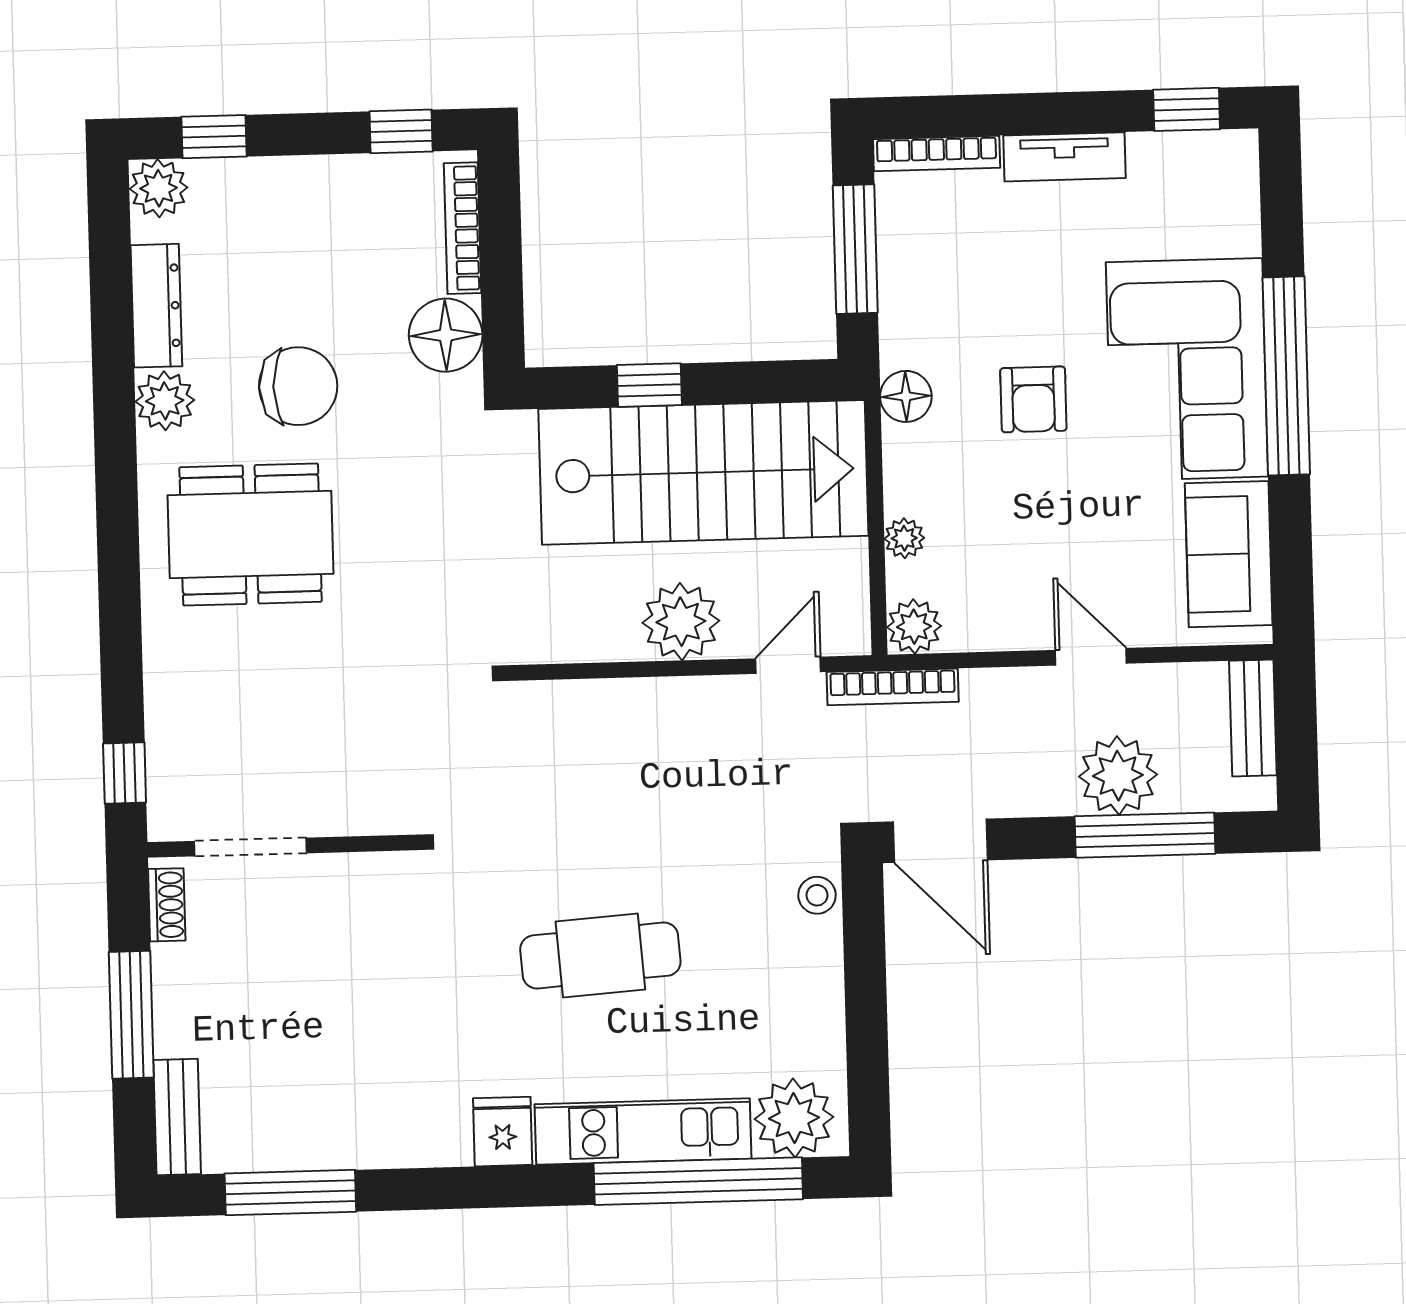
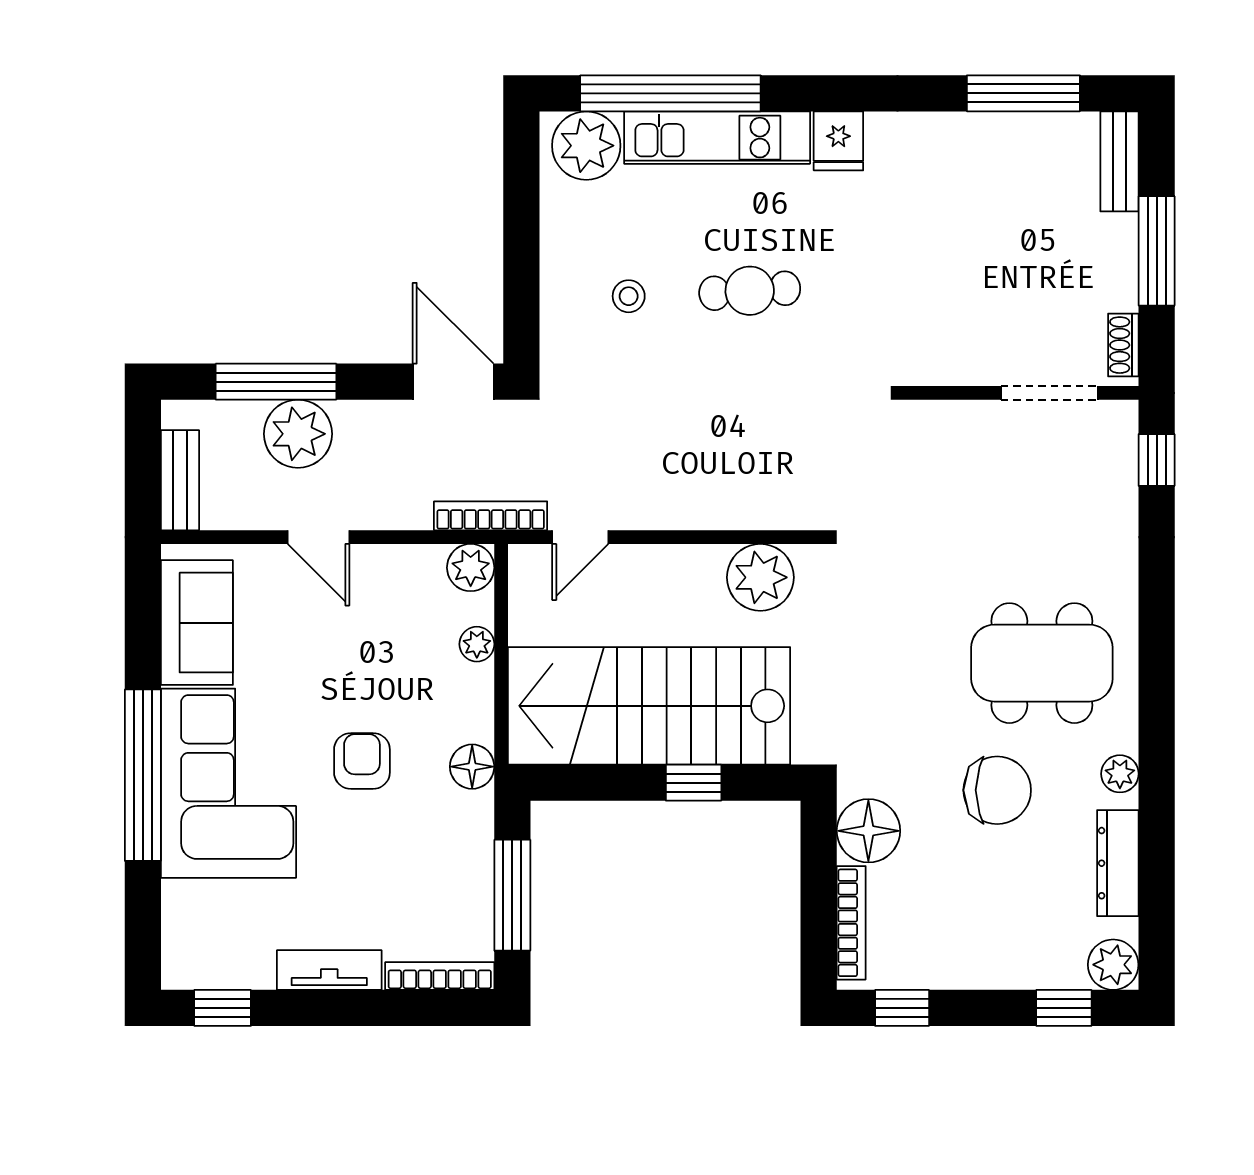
chair: (298, 386) -> (997, 790), turned 180
plant: (165, 401) -> (1120, 774), width x0.73, depth x0.73
plant: (681, 622) -> (760, 577), moved
stool: (817, 895) -> (629, 296), moved
cafe table: (600, 956) -> (750, 291), width x0.73, depth x0.74

